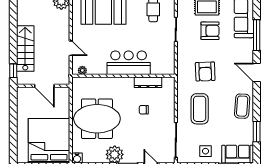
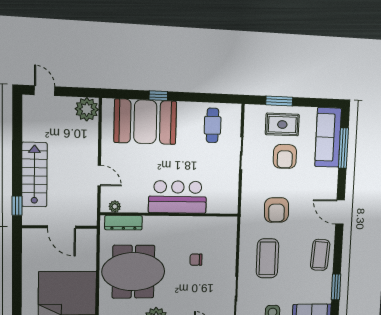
armchair: (210, 31) -> (285, 156), turned 90
window: (257, 35) -> (343, 148), moved
dresser: (148, 82) -> (123, 223), moved

